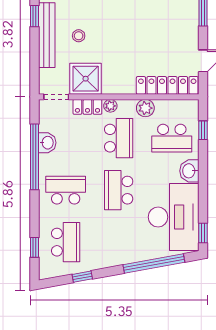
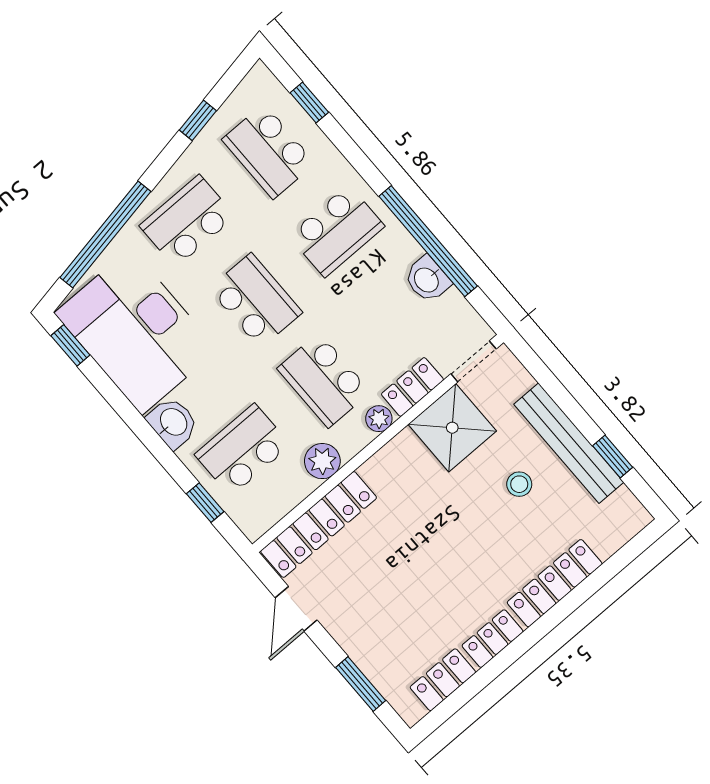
school desk: (119, 242) -> (187, 221), added

